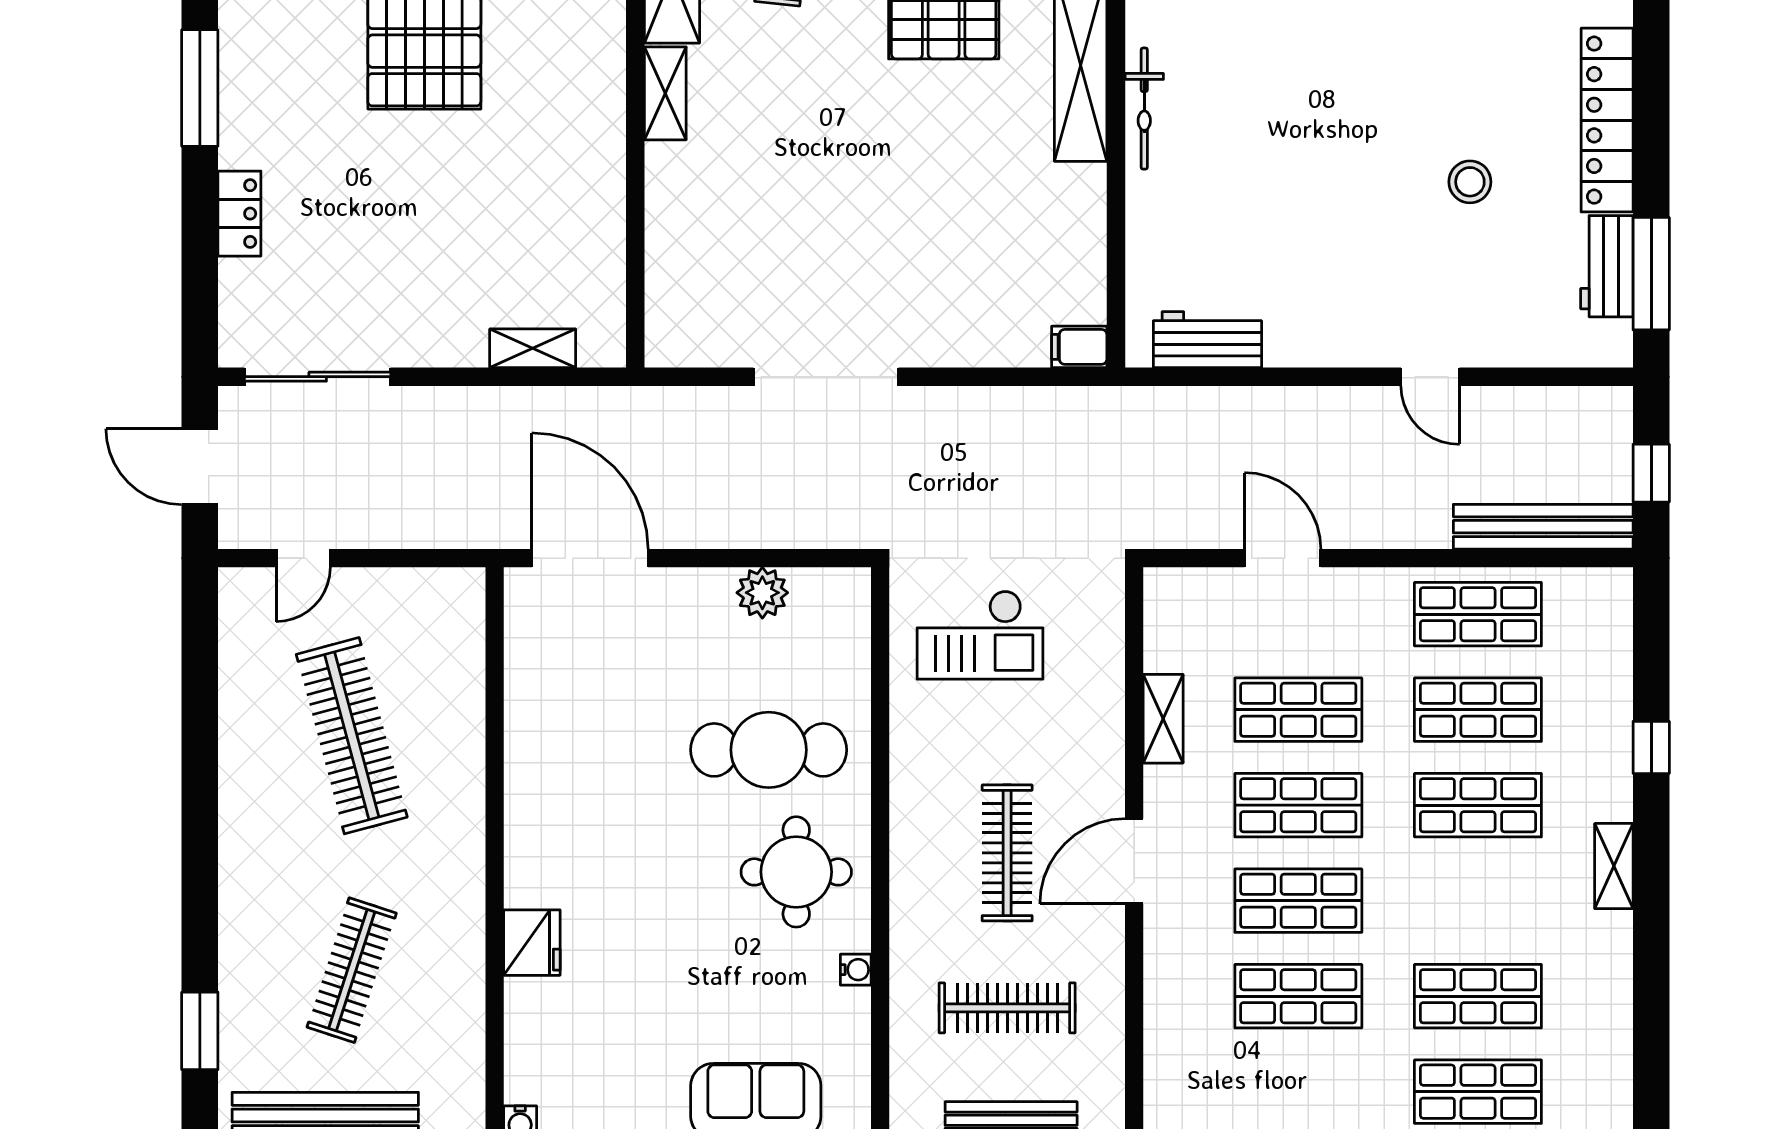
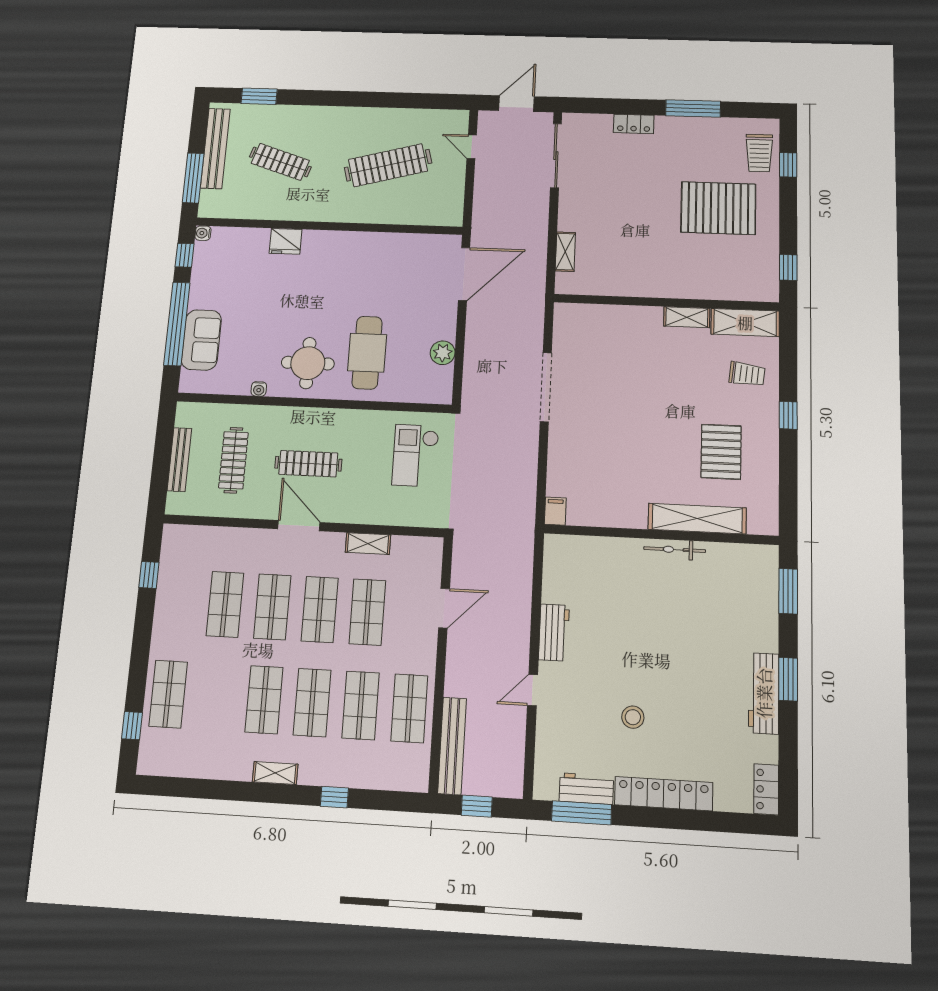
workbench: (1207, 340) -> (554, 632), moved
shop shelf: (1478, 996) -> (264, 700), moved

